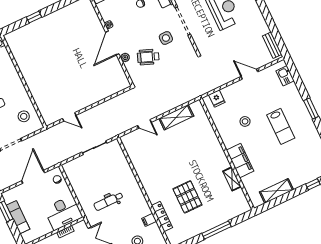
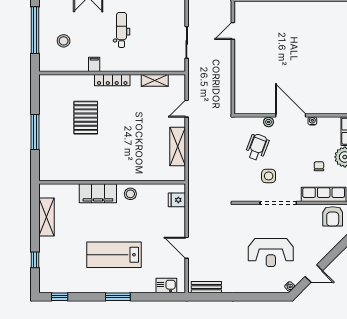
door: (249, 74) -> (187, 248), swing flipped
stool: (245, 121) -> (130, 194), moved
lab bench: (281, 126) -> (114, 255), width x1.36, depth x1.39
shelving: (232, 179) -> (155, 80), moved
pallet: (187, 197) -> (86, 118), turned 90
locker: (162, 217) -> (112, 80), moved
filing cabinet: (149, 220) -> (94, 64), moved

